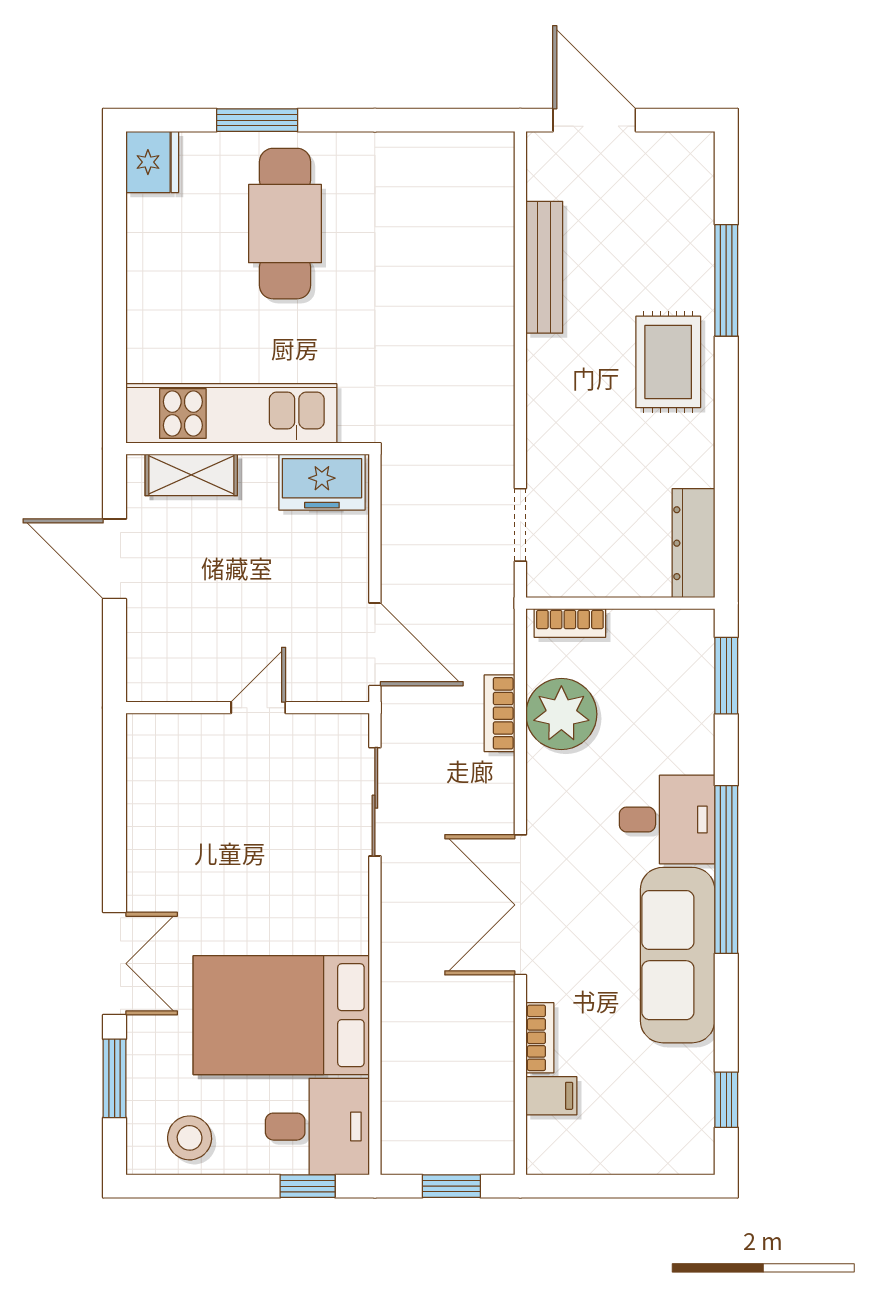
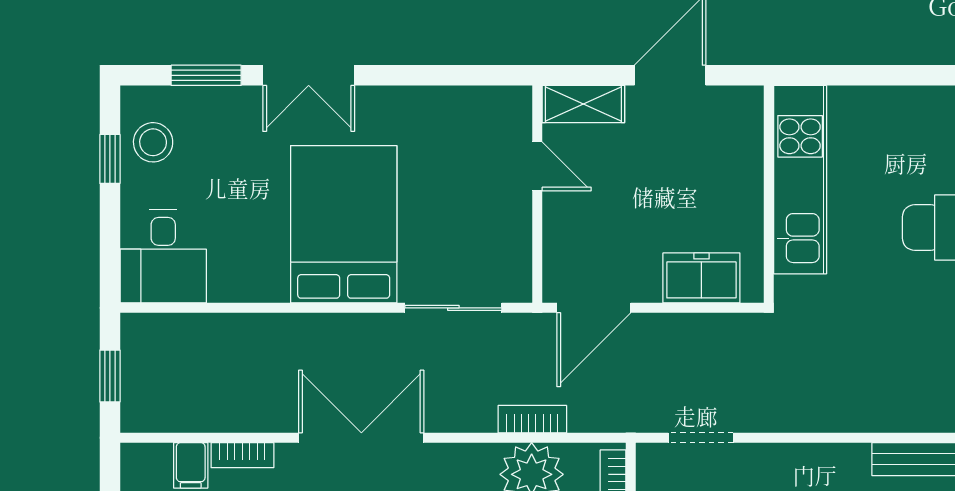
shelving: (191, 475) -> (583, 104), moved, turned 90
freezer: (322, 482) -> (701, 278), moved, turned 90
door: (258, 708) -> (537, 166), moved
bed: (281, 1015) -> (344, 224), moved
window: (308, 1186) -> (110, 159), moved

